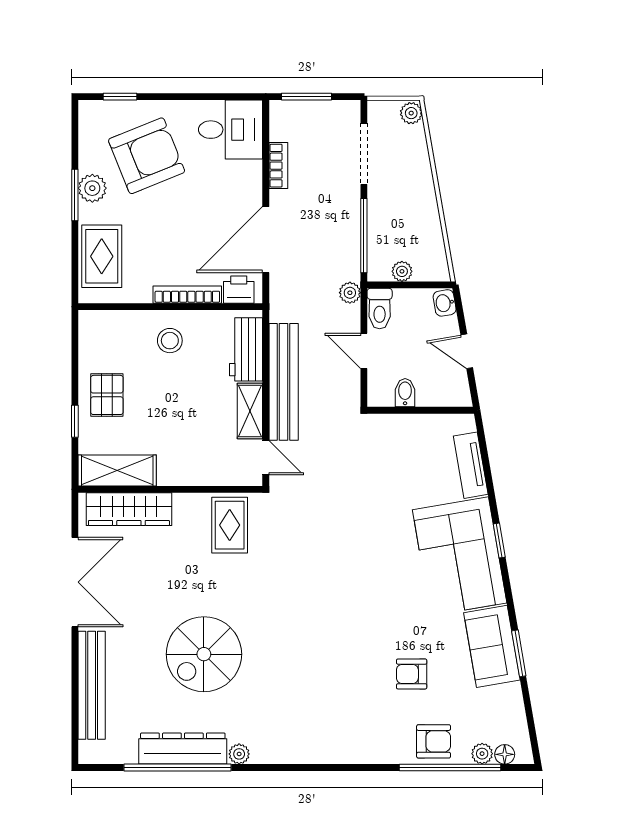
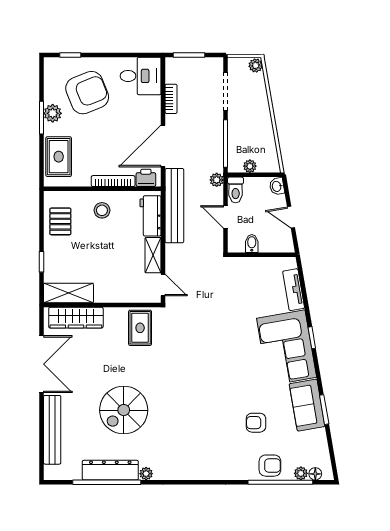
bench: (284, 382) -> (174, 206), moved
pallet: (107, 395) -> (60, 221), moved

